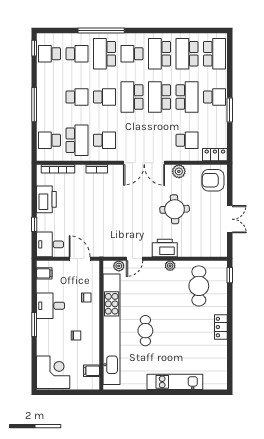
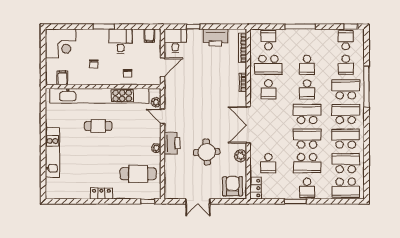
school desk: (132, 54) -> (346, 114), width x1.85

